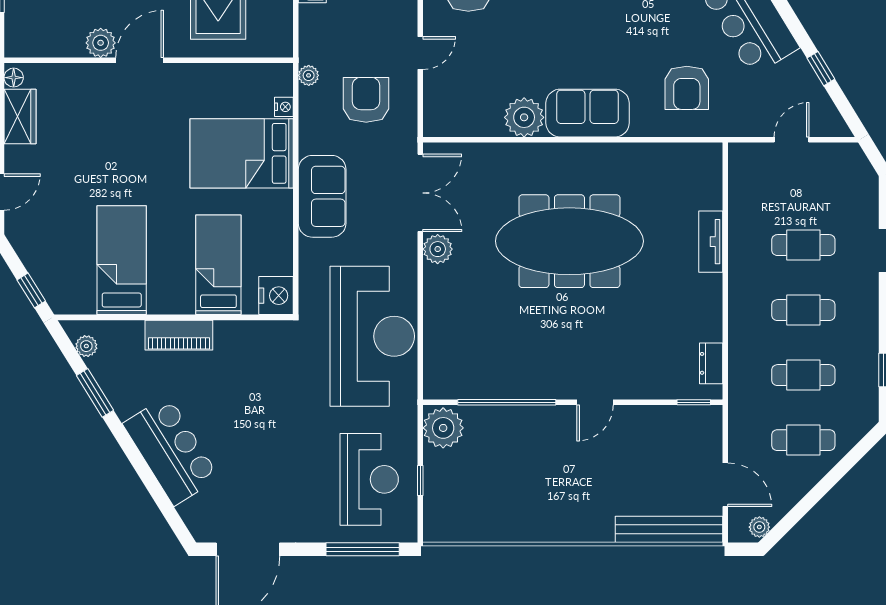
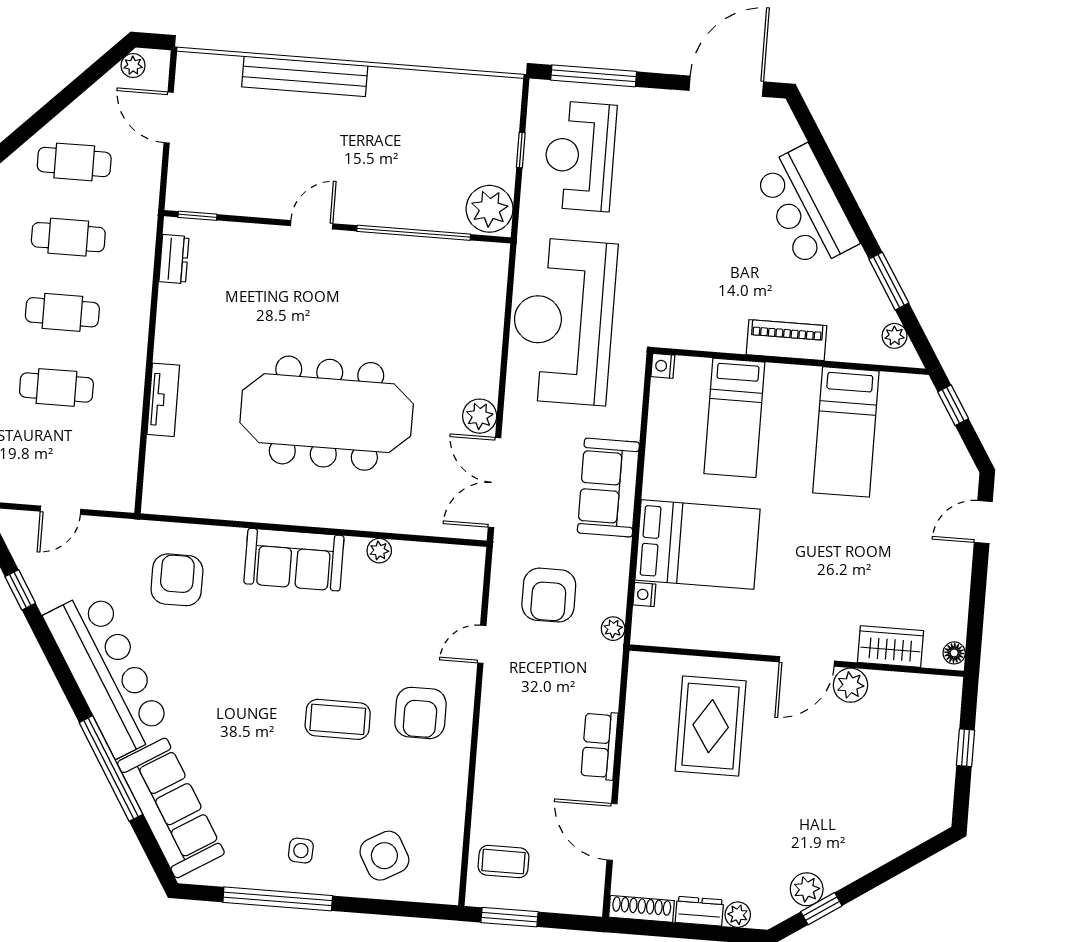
wardrobe: (20, 117) -> (891, 647), moved, turned 90
plant: (524, 117) -> (379, 551), width x0.53, depth x0.53
nightstand: (276, 296) -> (663, 366), width x0.53, depth x0.56
bench: (669, 529) -> (305, 76), moved

